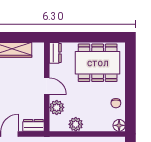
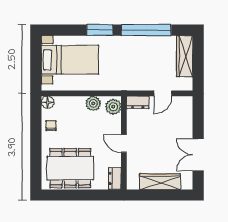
plant: (57, 107) -> (113, 107), moved

